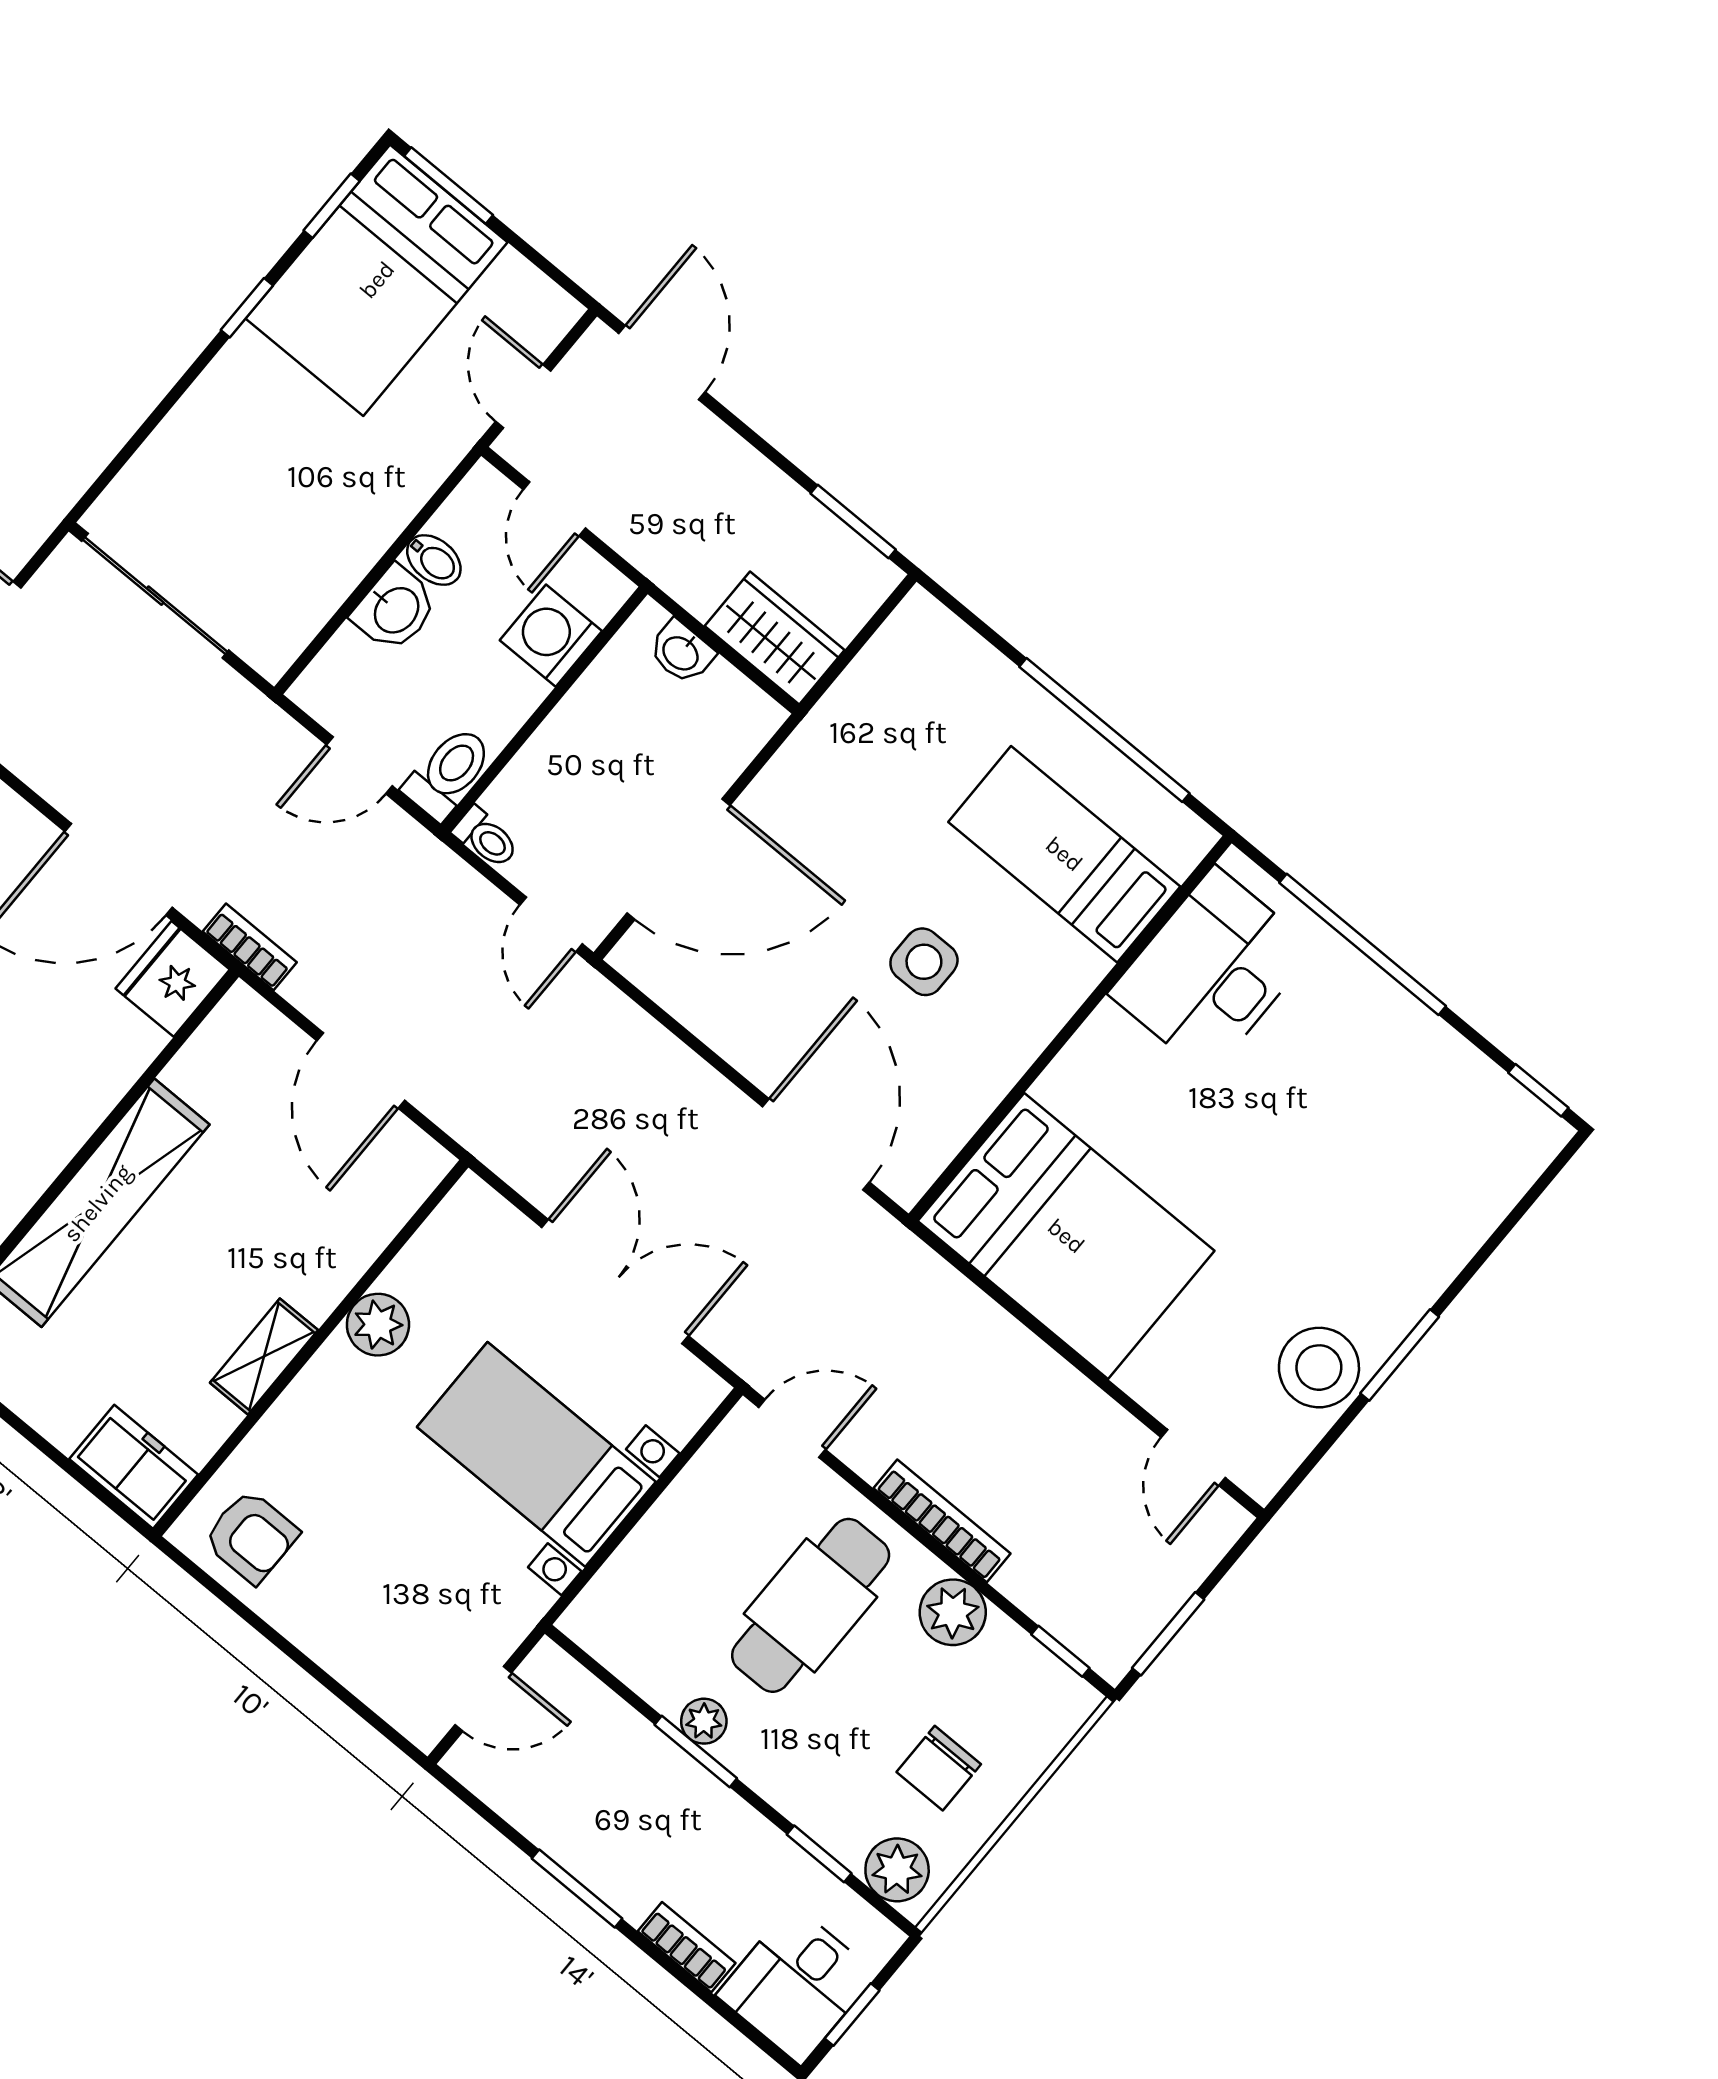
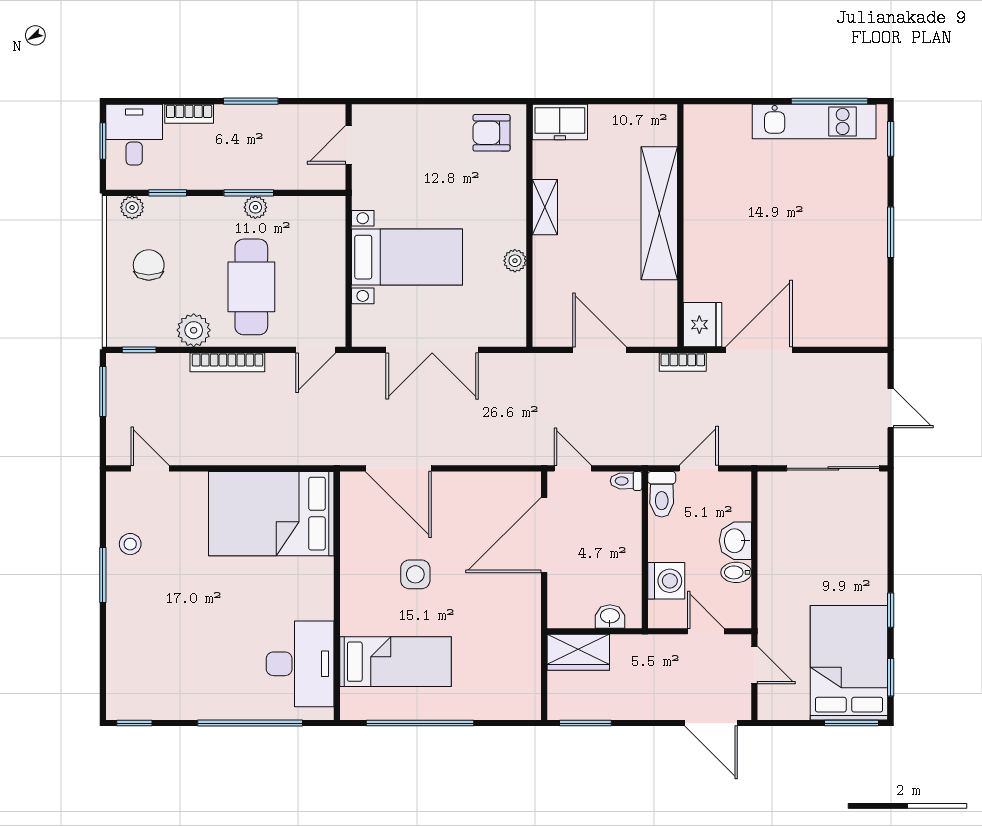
plant: (378, 1325) -> (515, 261), width x0.73, depth x0.73
stool: (1319, 1368) -> (130, 544), width x0.53, depth x0.53
plant: (897, 1870) -> (132, 207), width x0.73, depth x0.73

